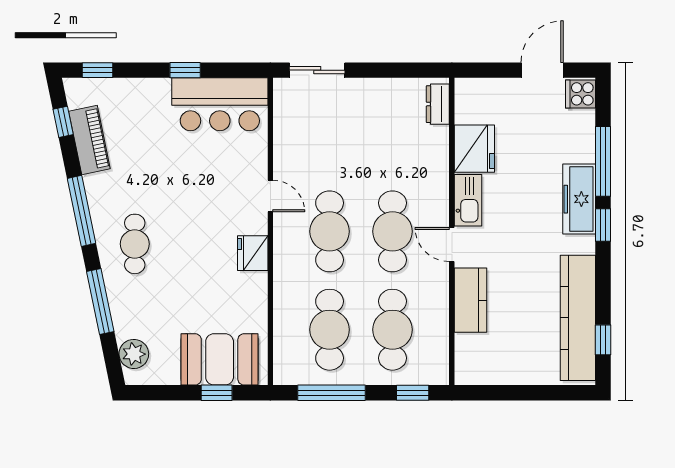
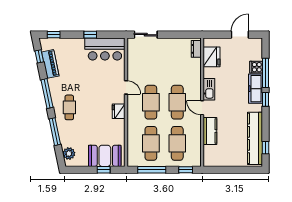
cooker: (581, 94) -> (256, 67), moved
fridge: (474, 149) -> (212, 57), moved

